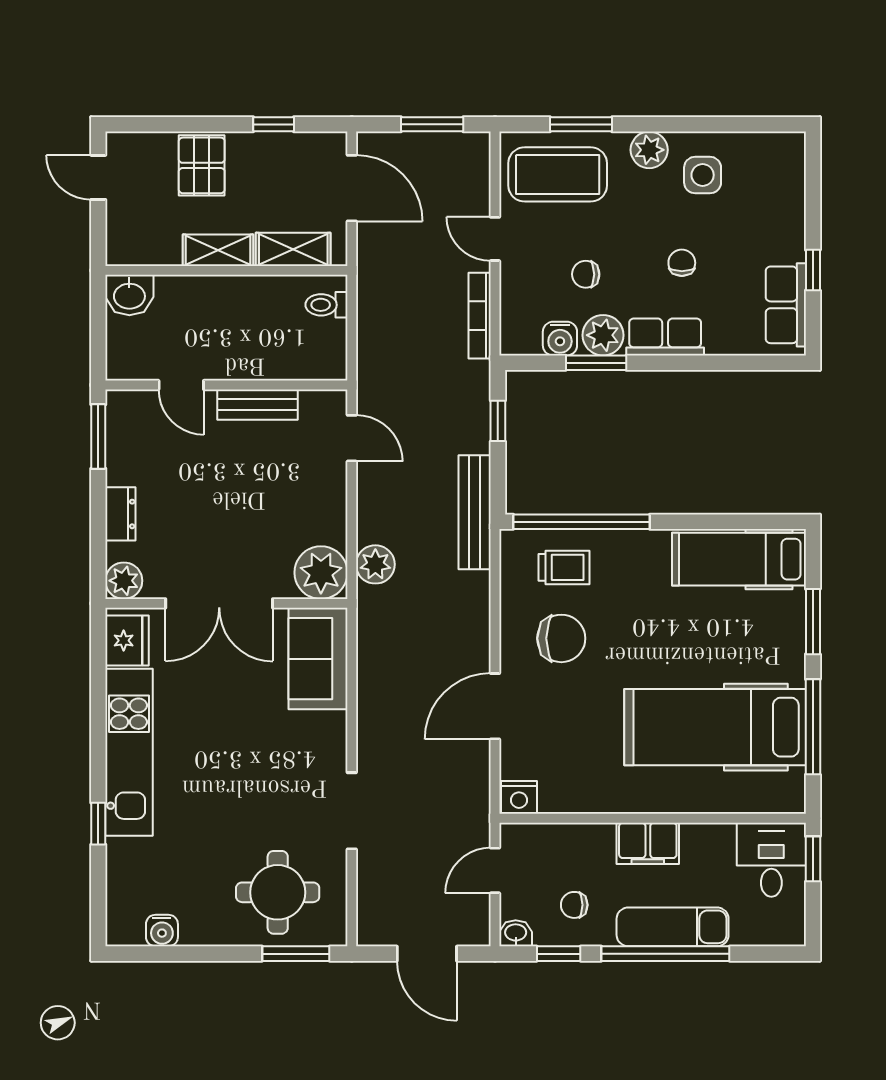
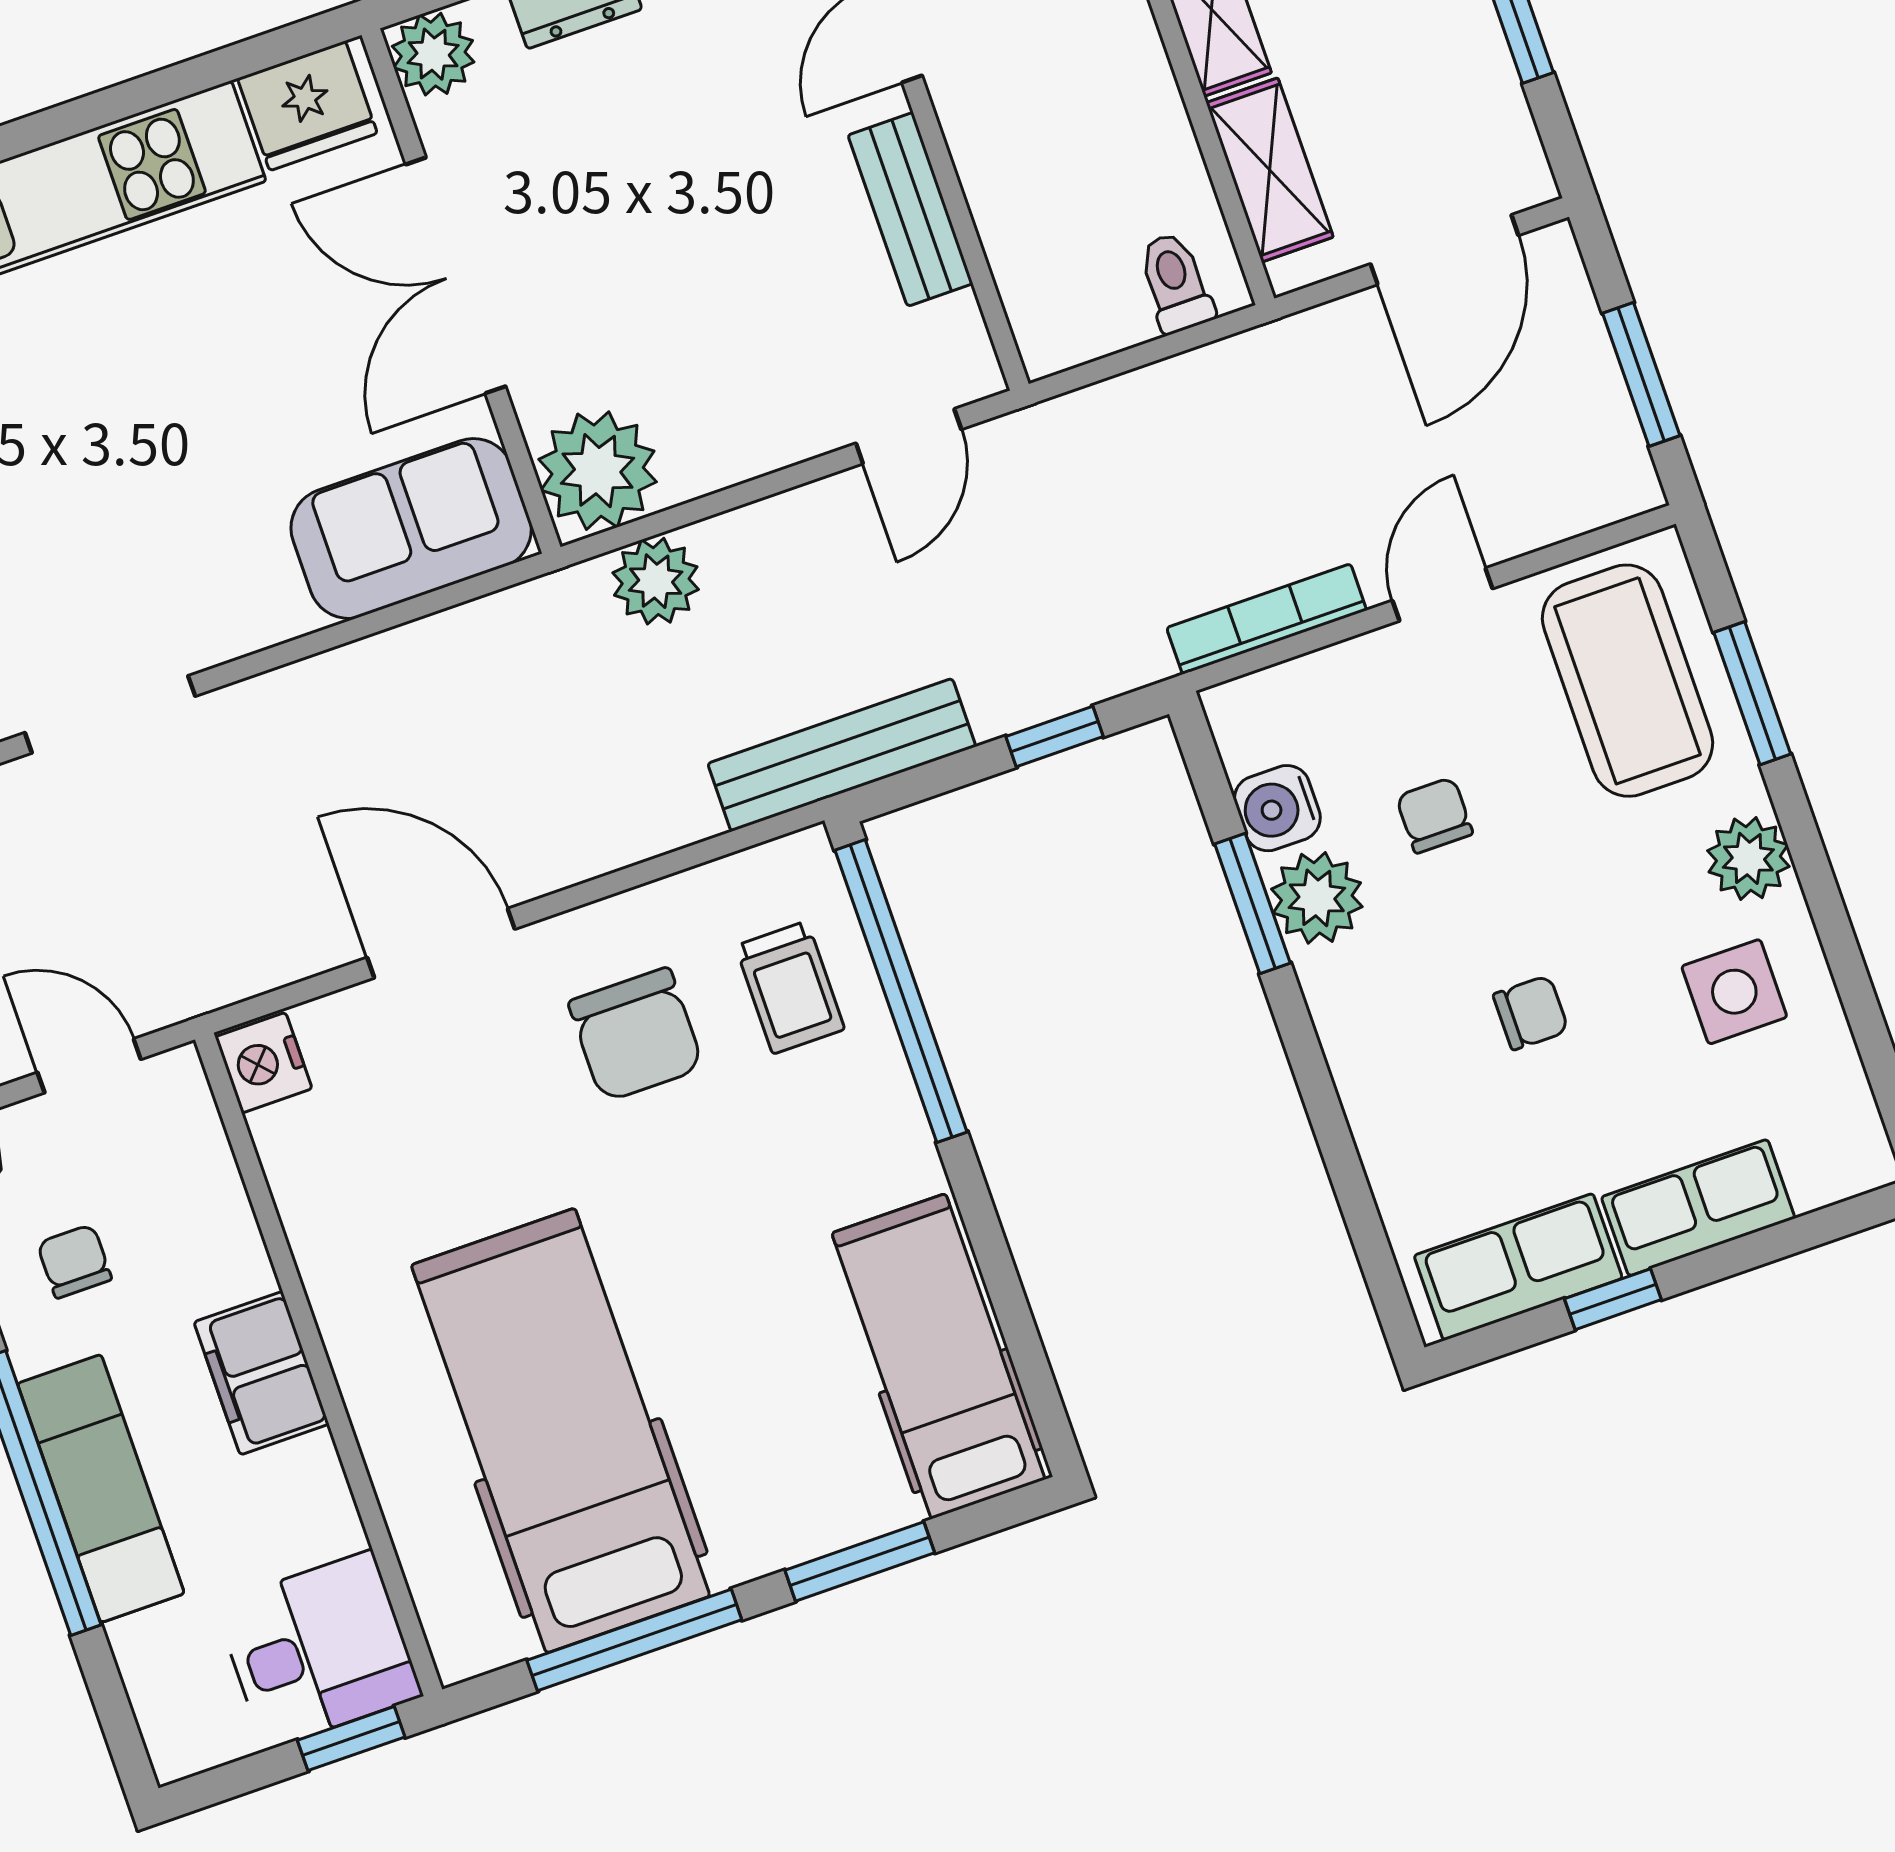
row of seats: (665, 337) -> (1698, 1208), moved, turned -90

